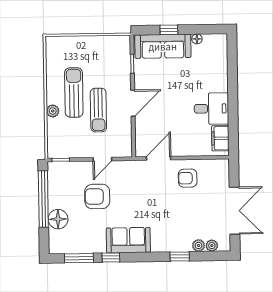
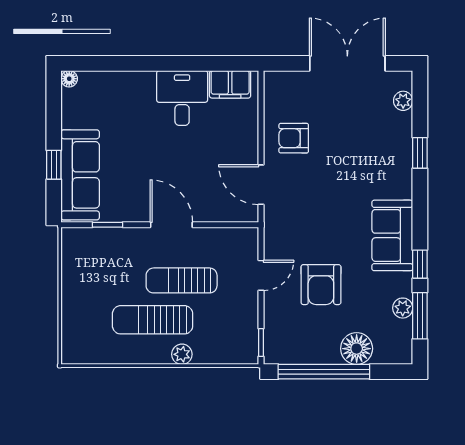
floor lamp: (197, 39) -> (69, 79), moved
sun lounger: (98, 110) -> (182, 280), turned 180
door: (102, 159) -> (261, 275), hinge flipped
armchair: (188, 178) -> (294, 138), turned 90
plant: (198, 245) -> (403, 308), moved

